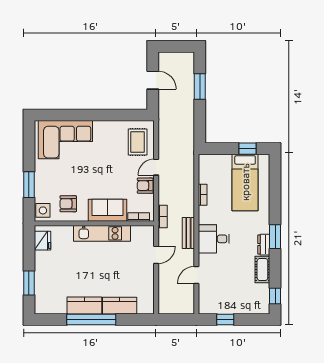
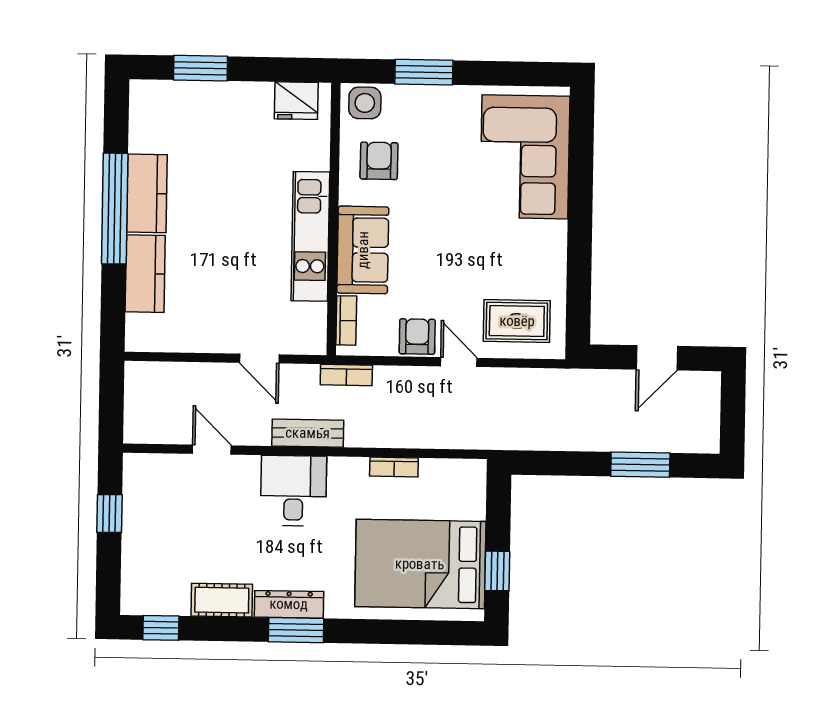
bed: (245, 182) -> (420, 564), width x1.50
dresser: (264, 245) -> (289, 604), width x1.44

